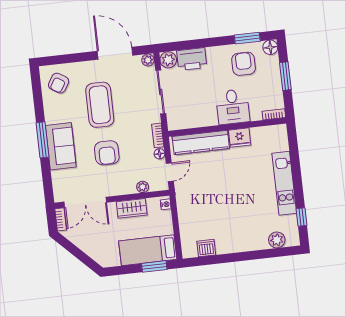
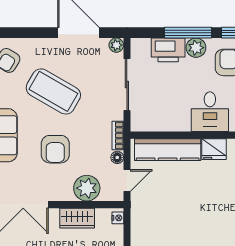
window: (207, 43) -> (188, 33), added
plant: (168, 60) -> (196, 48), moved
coffee table: (100, 105) -> (53, 91), turned -60
plant: (143, 187) -> (87, 188), width x1.87, depth x1.87

